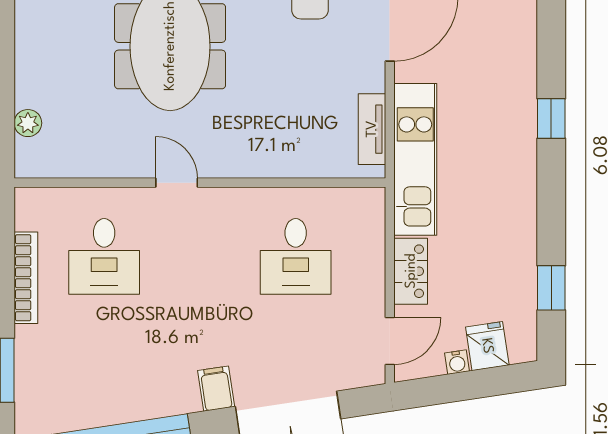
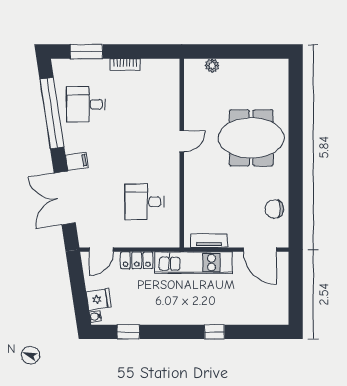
desk: (104, 256) -> (86, 104), moved
bookcase: (26, 278) -> (125, 65), width x0.64
door: (390, 341) -> (101, 250), hinge flipped
water cooler: (457, 362) -> (95, 316), moved

